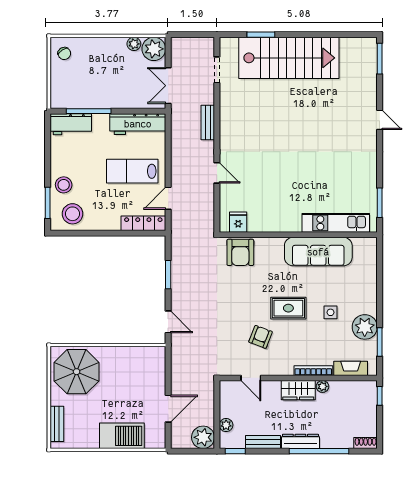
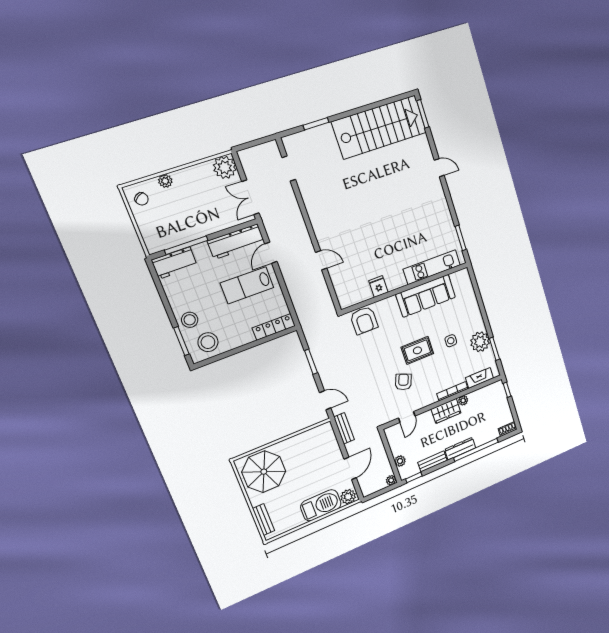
plant: (134, 44) -> (165, 181), moved
stairs: (289, 58) -> (380, 127), moved
bench: (208, 123) -> (344, 428), moved
door: (168, 198) -> (271, 253), moved
fridge: (238, 222) -> (378, 287), moved
door: (251, 378) -> (407, 417), hinge flipped
plant: (203, 437) -> (391, 480), width x0.53, depth x0.53
plant: (154, 440) -> (348, 497), added

